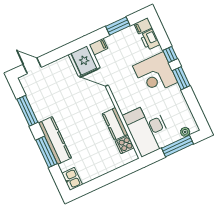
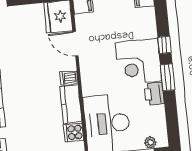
printer: (150, 40) -> (154, 94), moved
dishwasher: (107, 105) -> (69, 78), added

